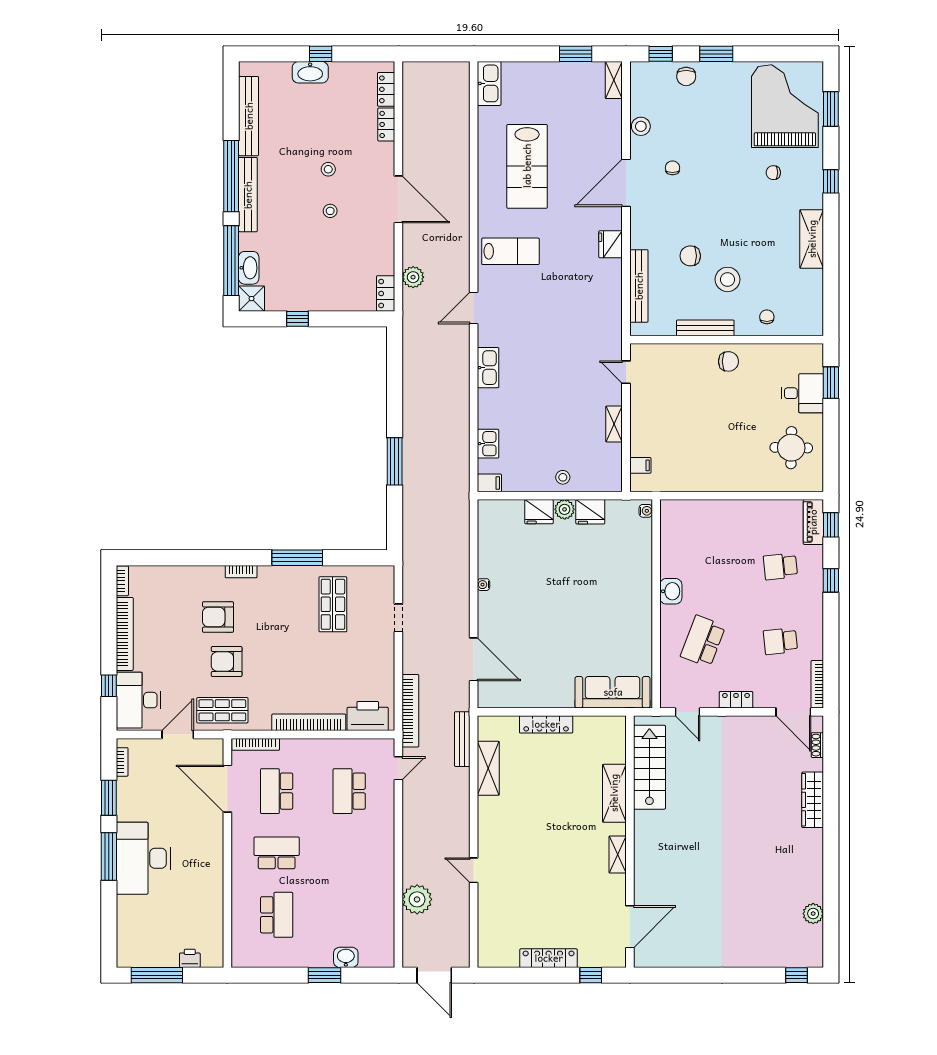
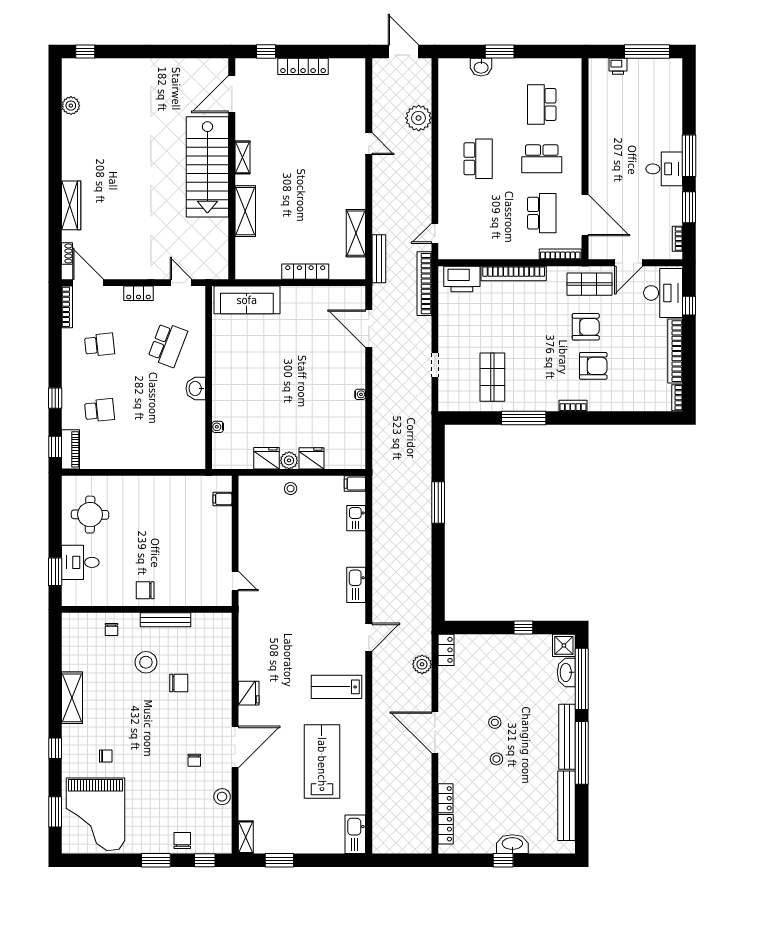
bench: (639, 286) -> (224, 657), removed
shelving: (614, 424) -> (246, 535), removed
water cooler: (646, 511) -> (218, 427), moved
stairs: (649, 767) -> (207, 167), moved, width x1.36, depth x1.51
school desk: (349, 791) -> (478, 159), moved
desk: (143, 858) -> (664, 169), width x0.53, depth x0.77

